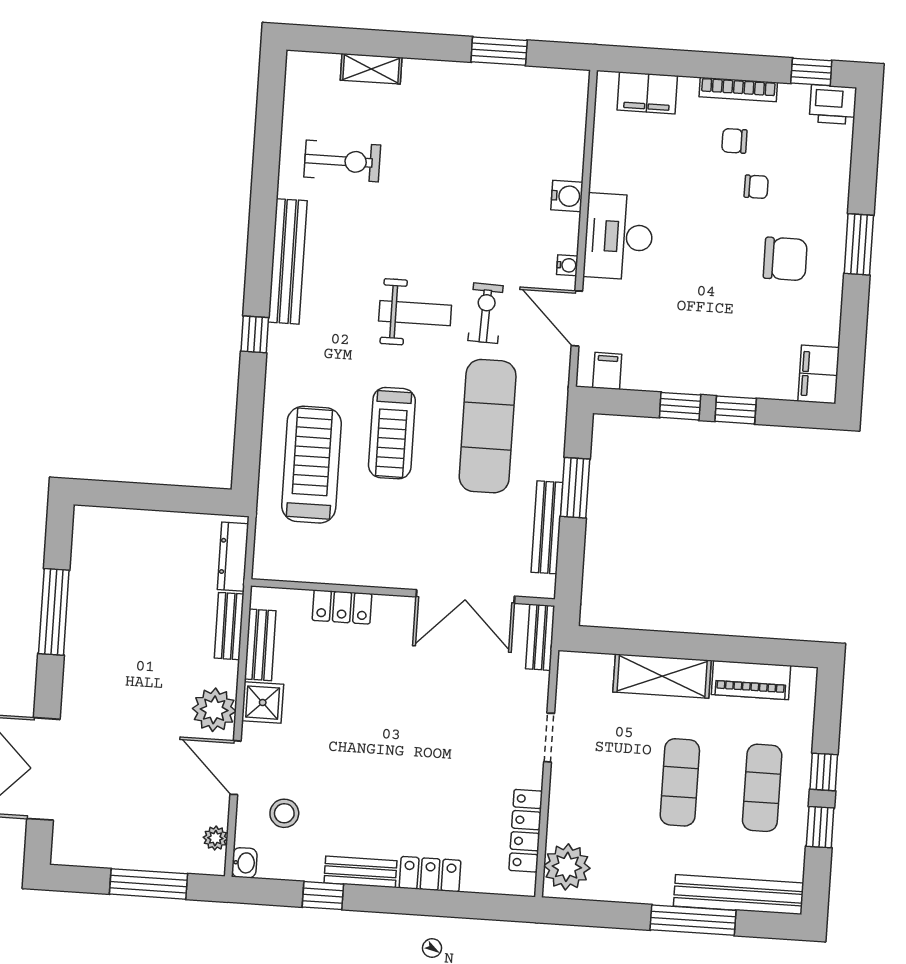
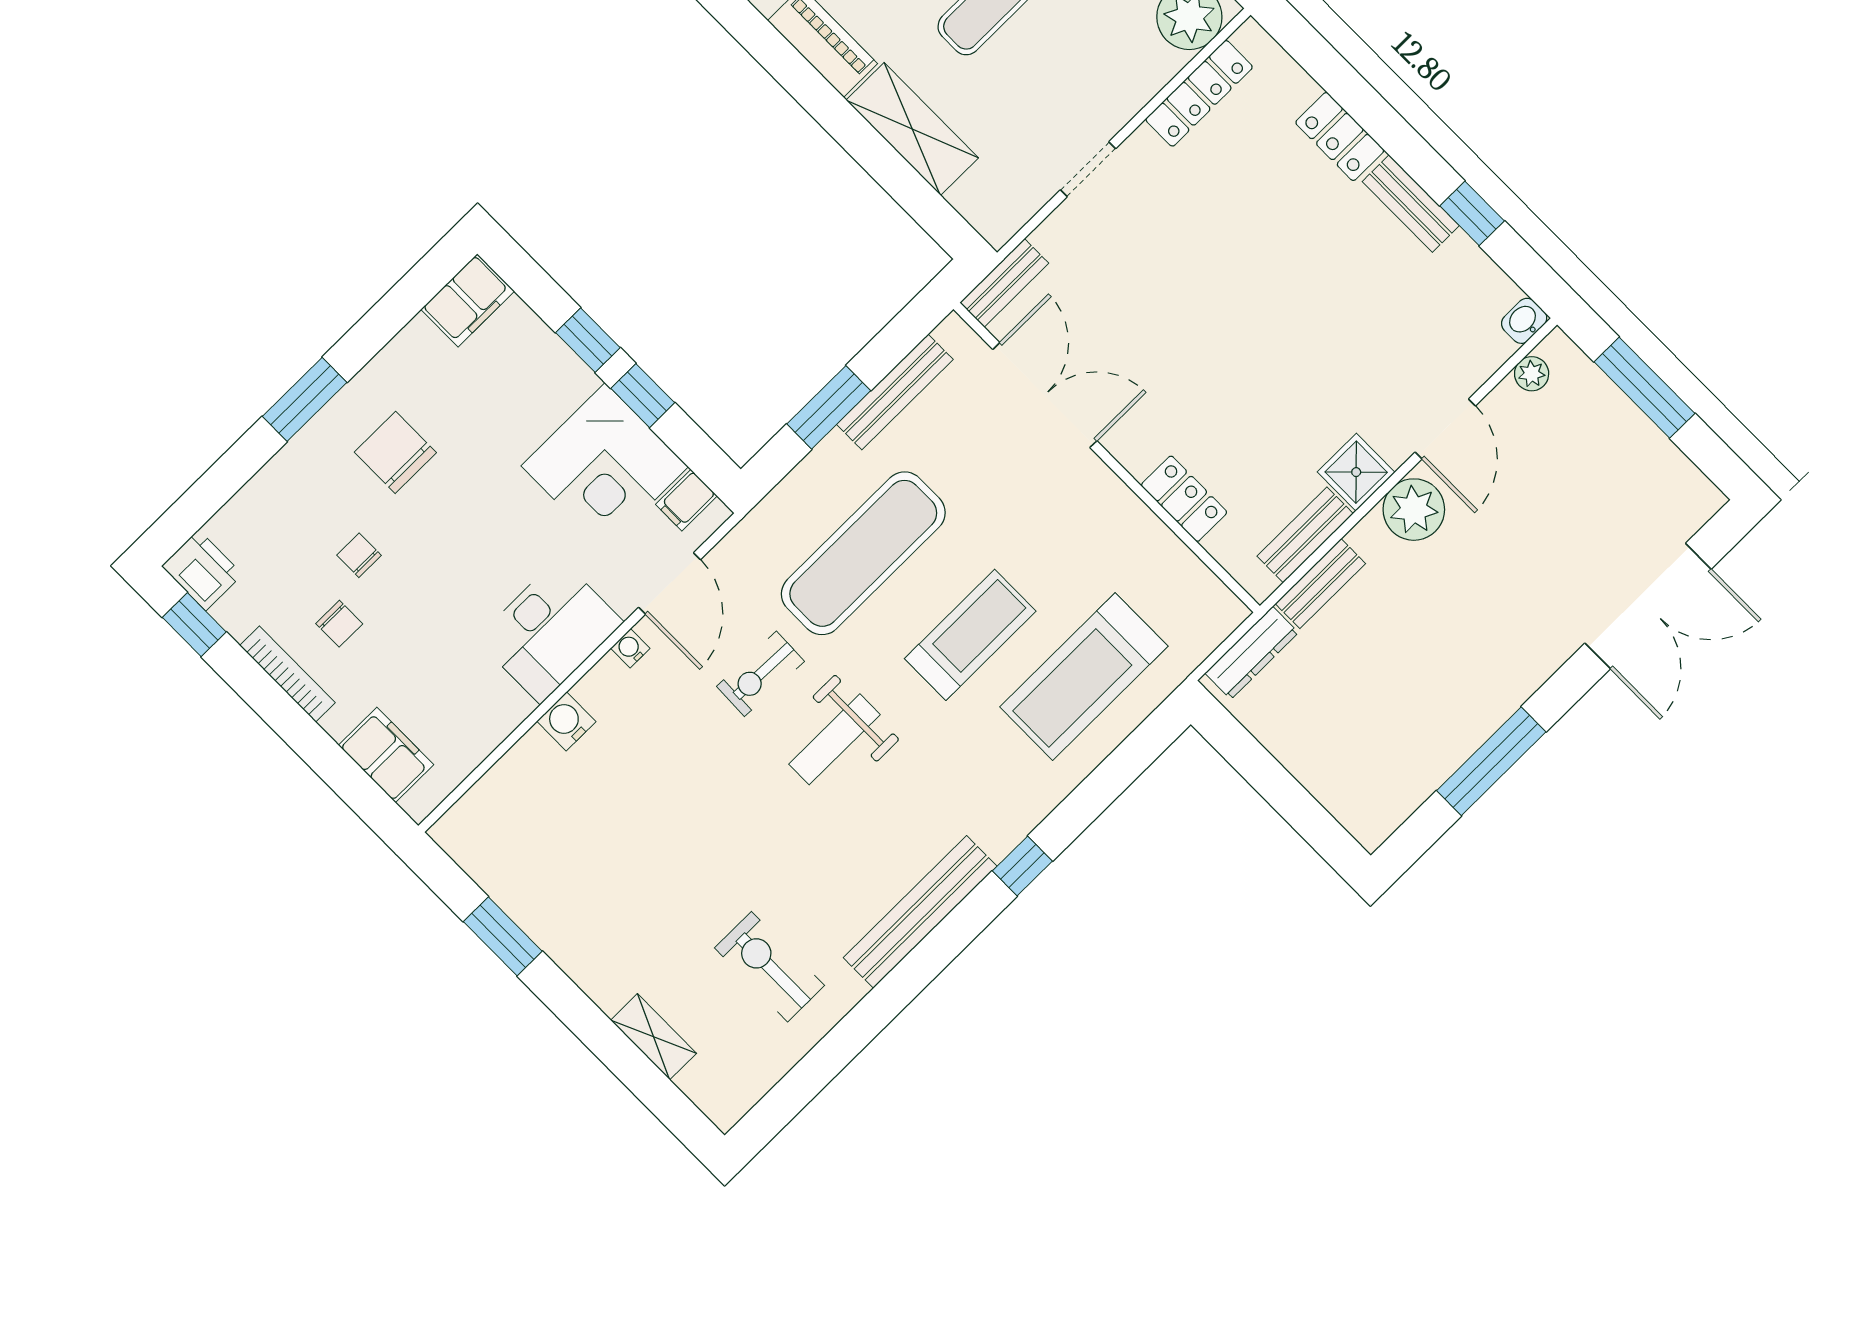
weight bench: (415, 313) -> (834, 739), turned -90
corner desk: (667, 350) -> (605, 466), added
stool: (284, 813) -> (1436, 336), removed

